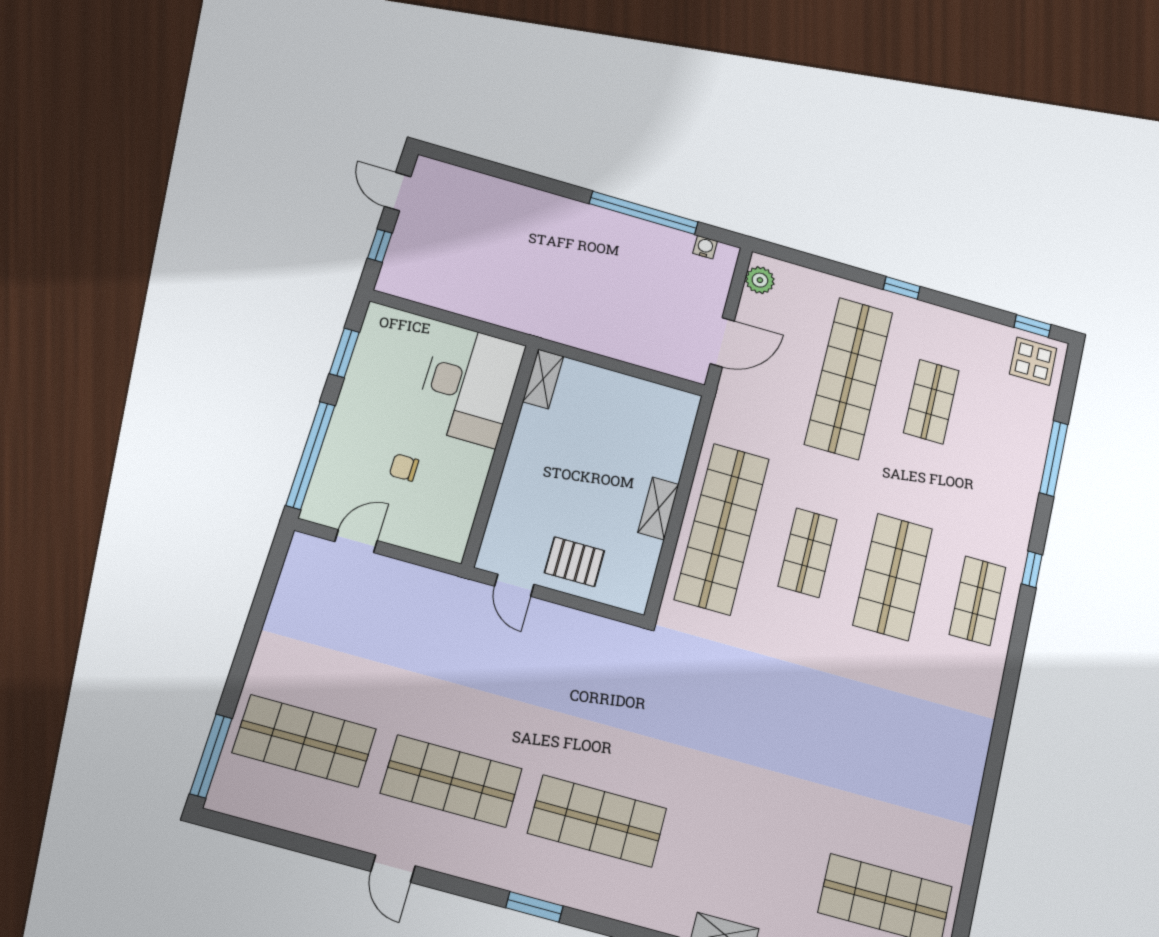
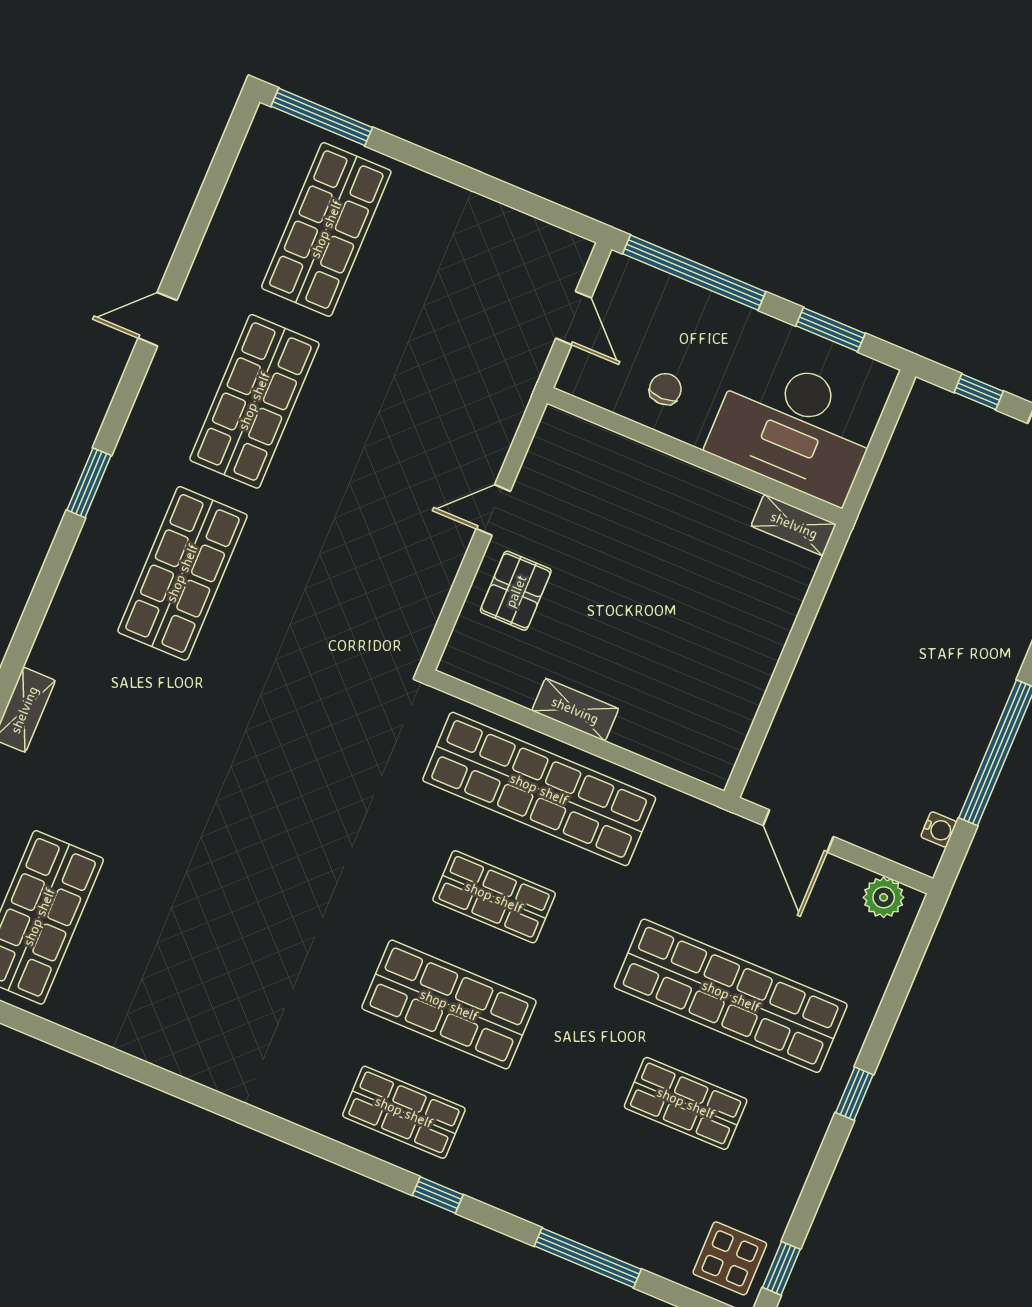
shelving: (543, 379) -> (794, 525), moved
desk: (469, 385) -> (794, 427), moved
wall: (501, 454) -> (695, 456), moved

